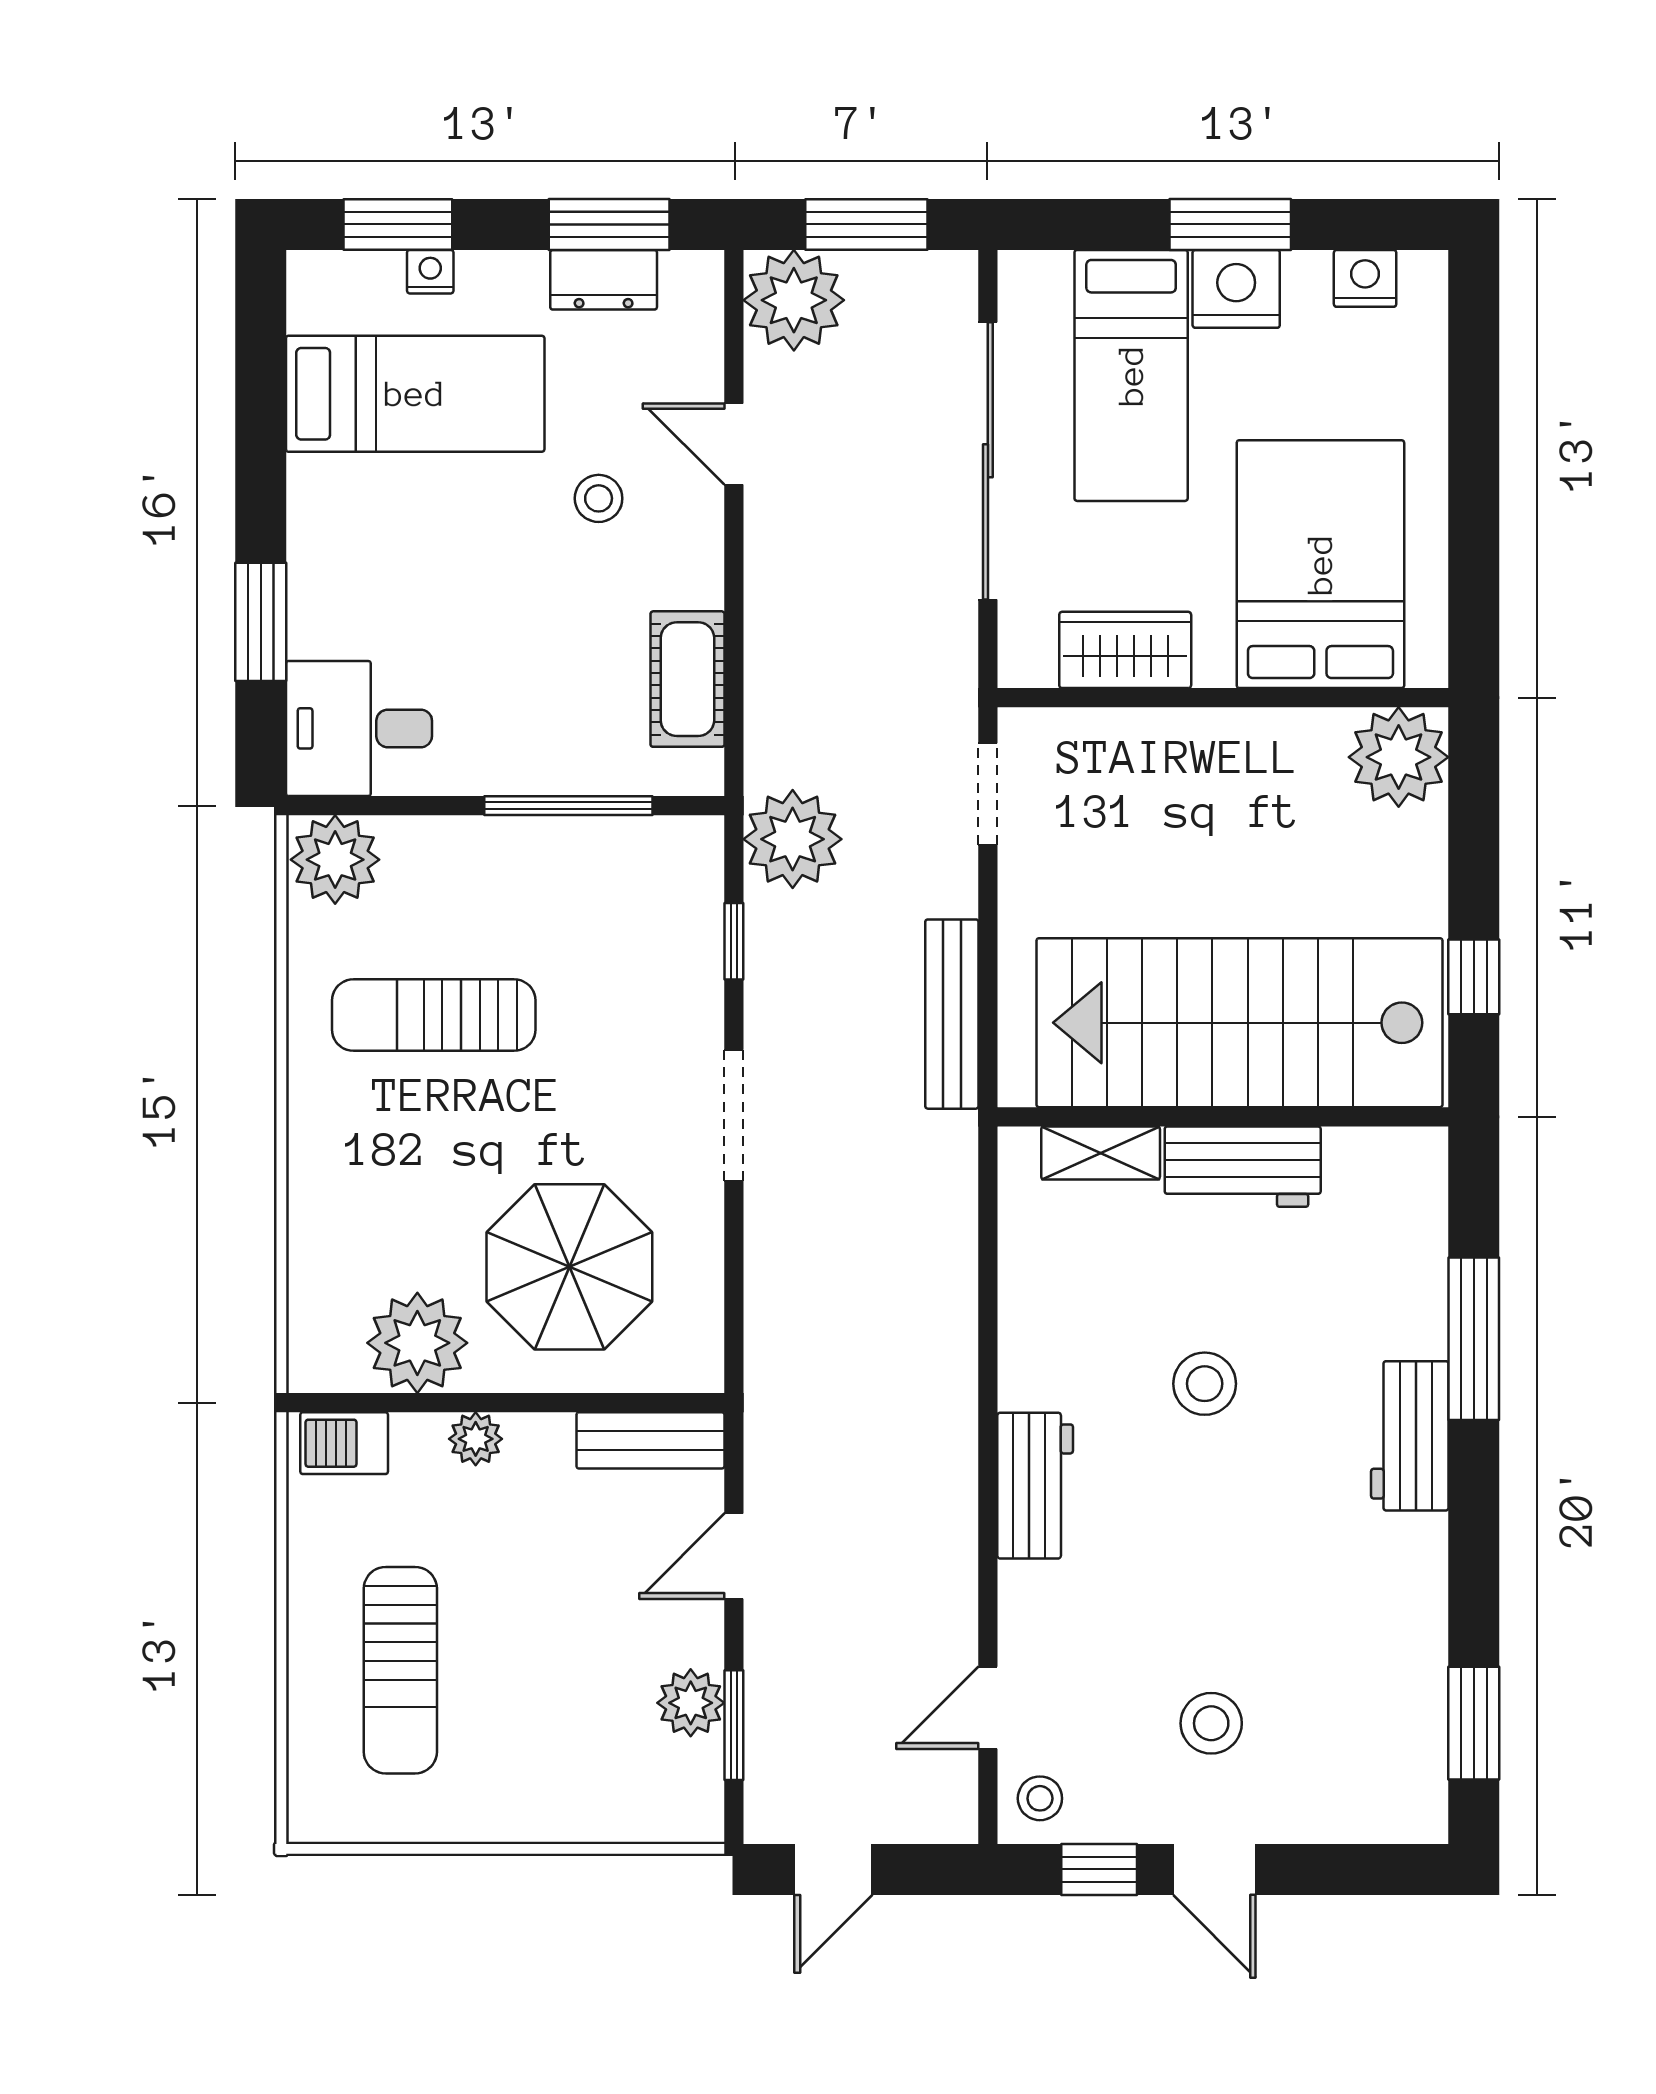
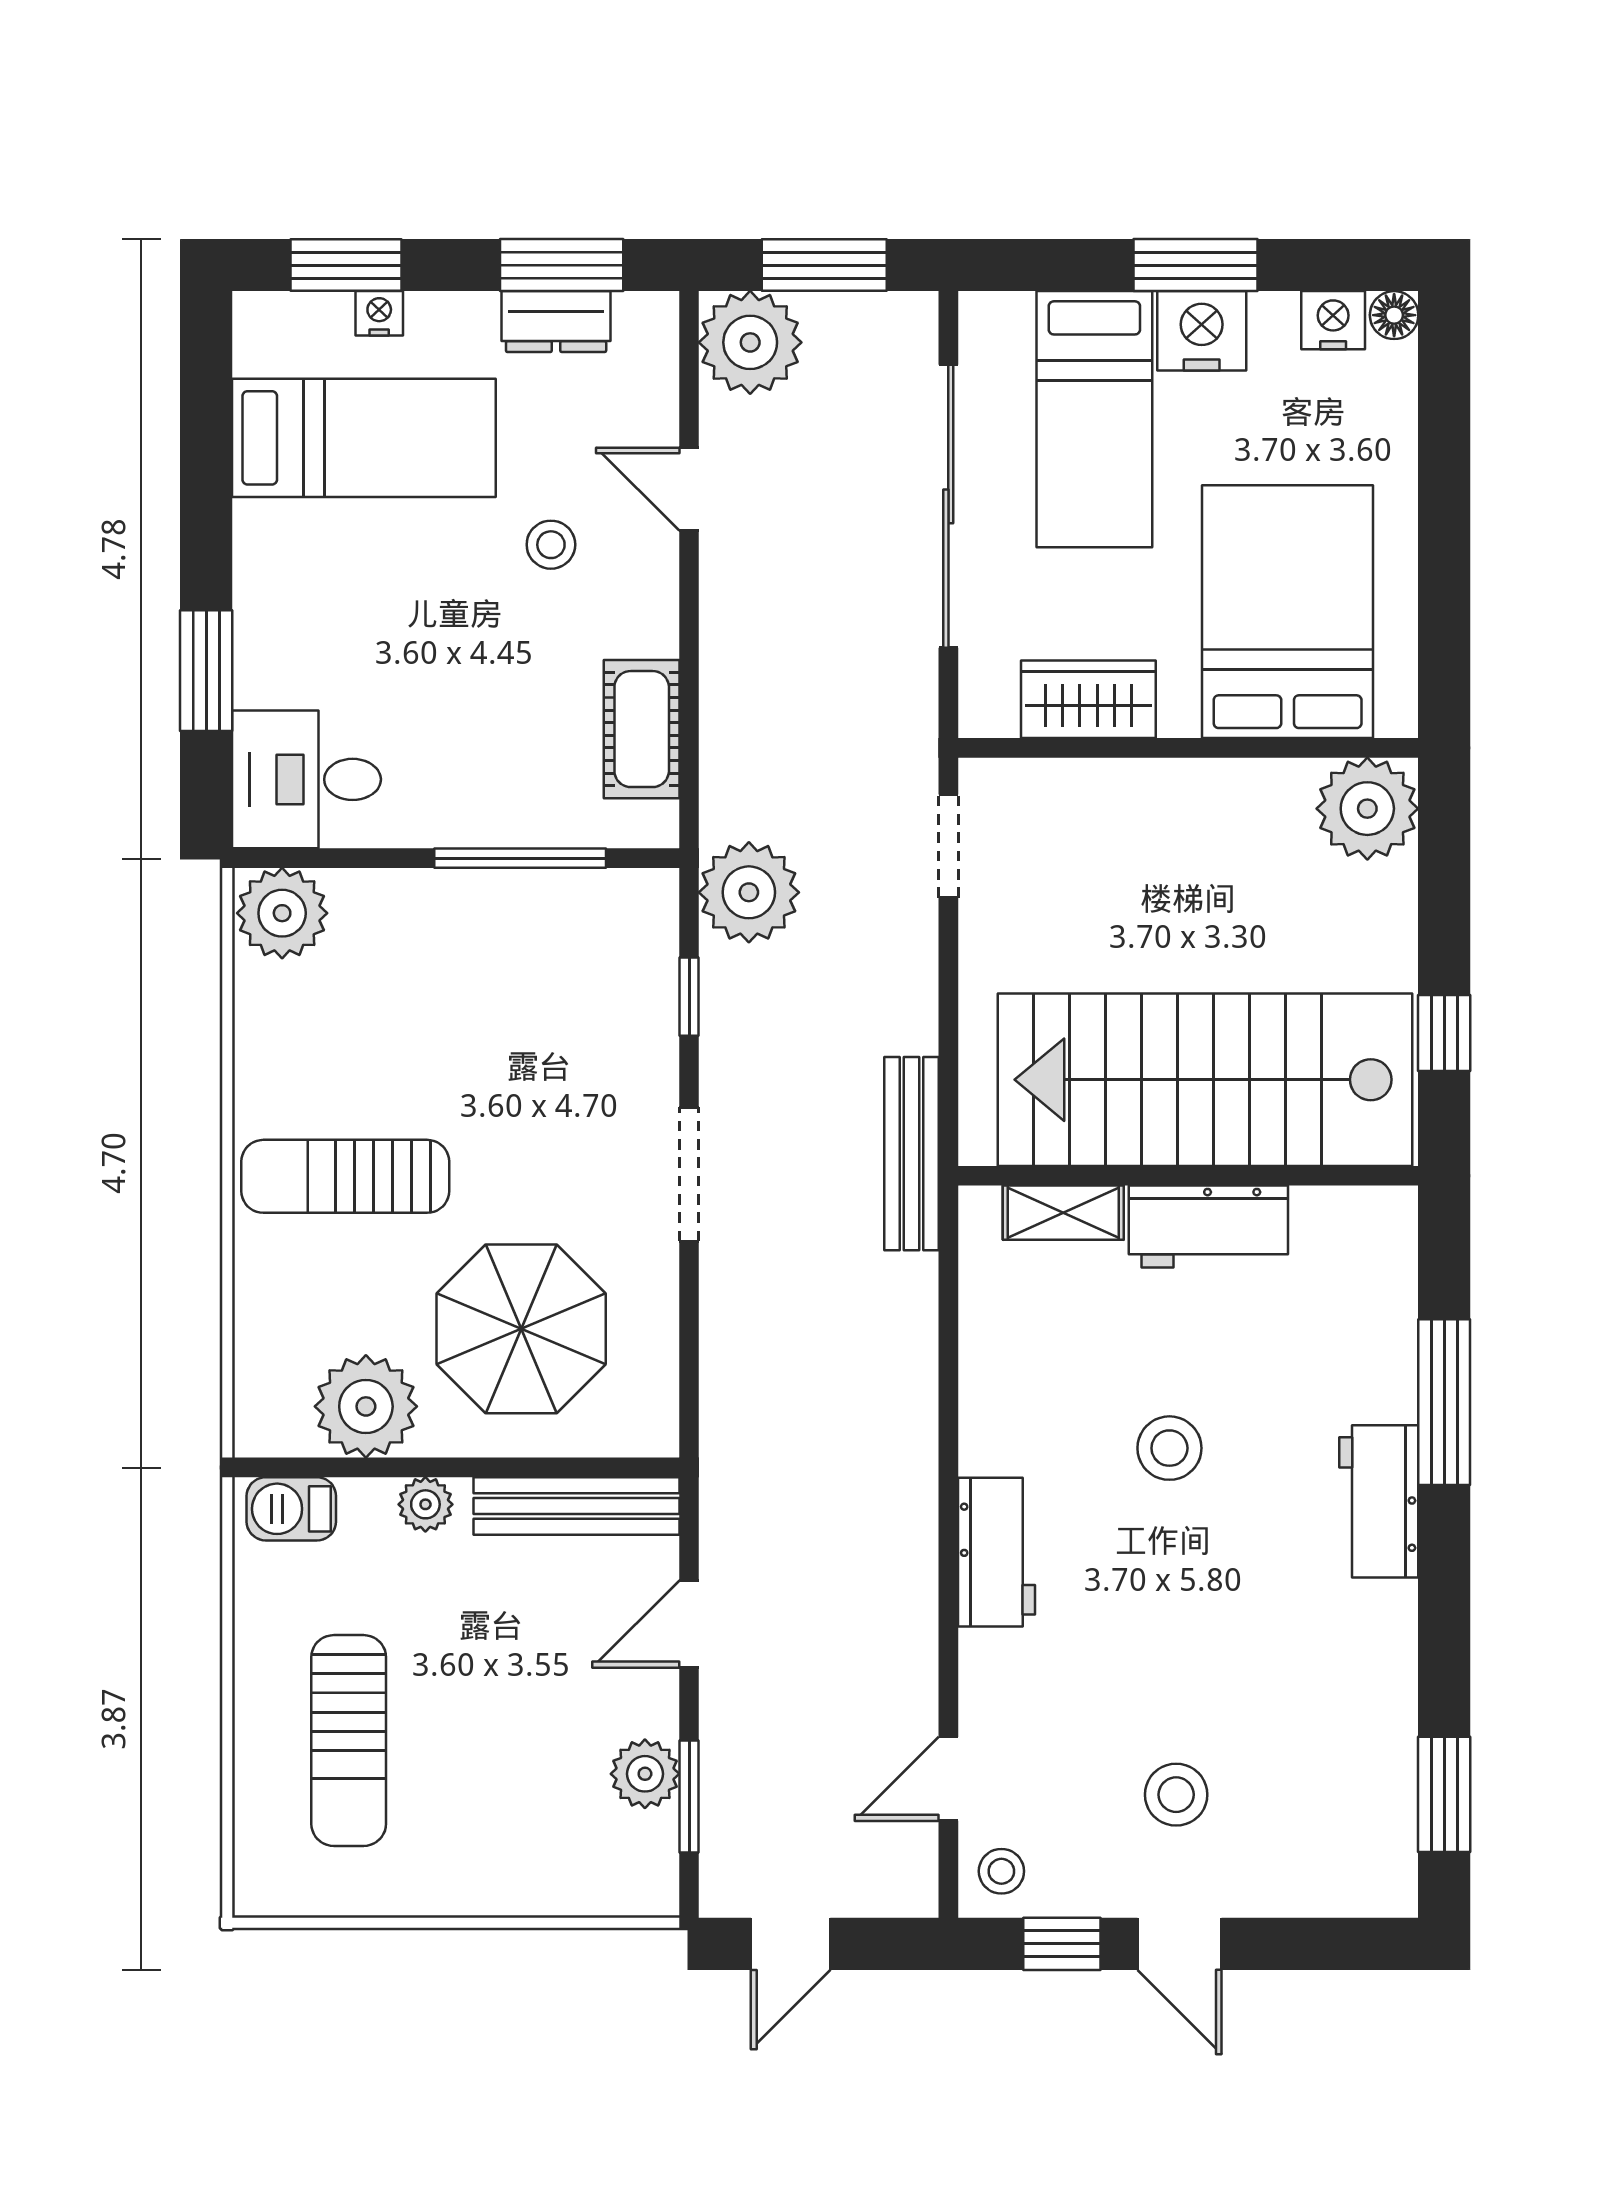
floor lamp: (1425, 273) -> (1394, 315), added
bench: (952, 1014) -> (912, 1154), moved
sun lounger: (434, 1015) -> (345, 1176), moved
bench: (650, 1440) -> (576, 1506), width x1.36

